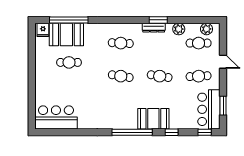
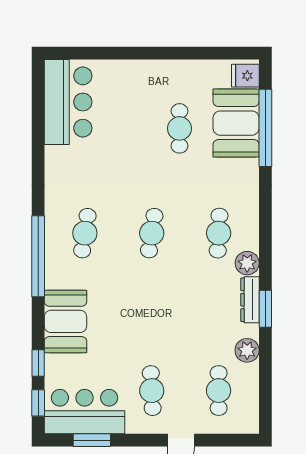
plant: (207, 29) -> (247, 263), moved
cafe table: (160, 76) -> (85, 233), moved
booth: (153, 119) -> (66, 321), moved
window: (172, 132) -> (38, 363), moved

